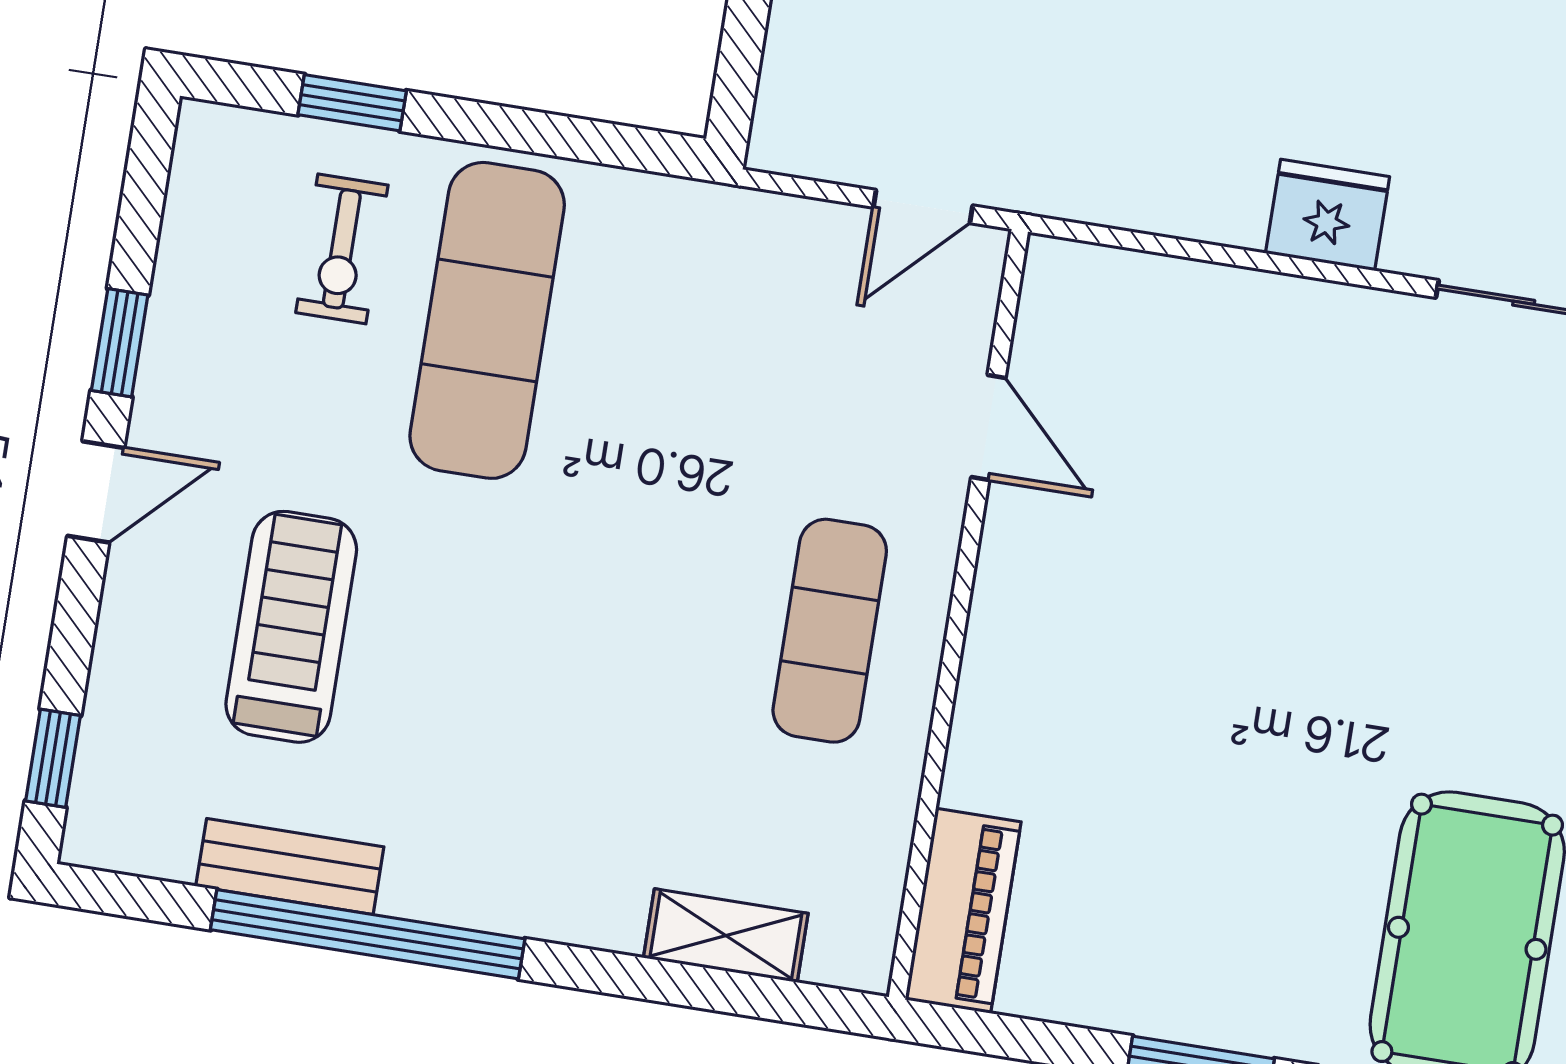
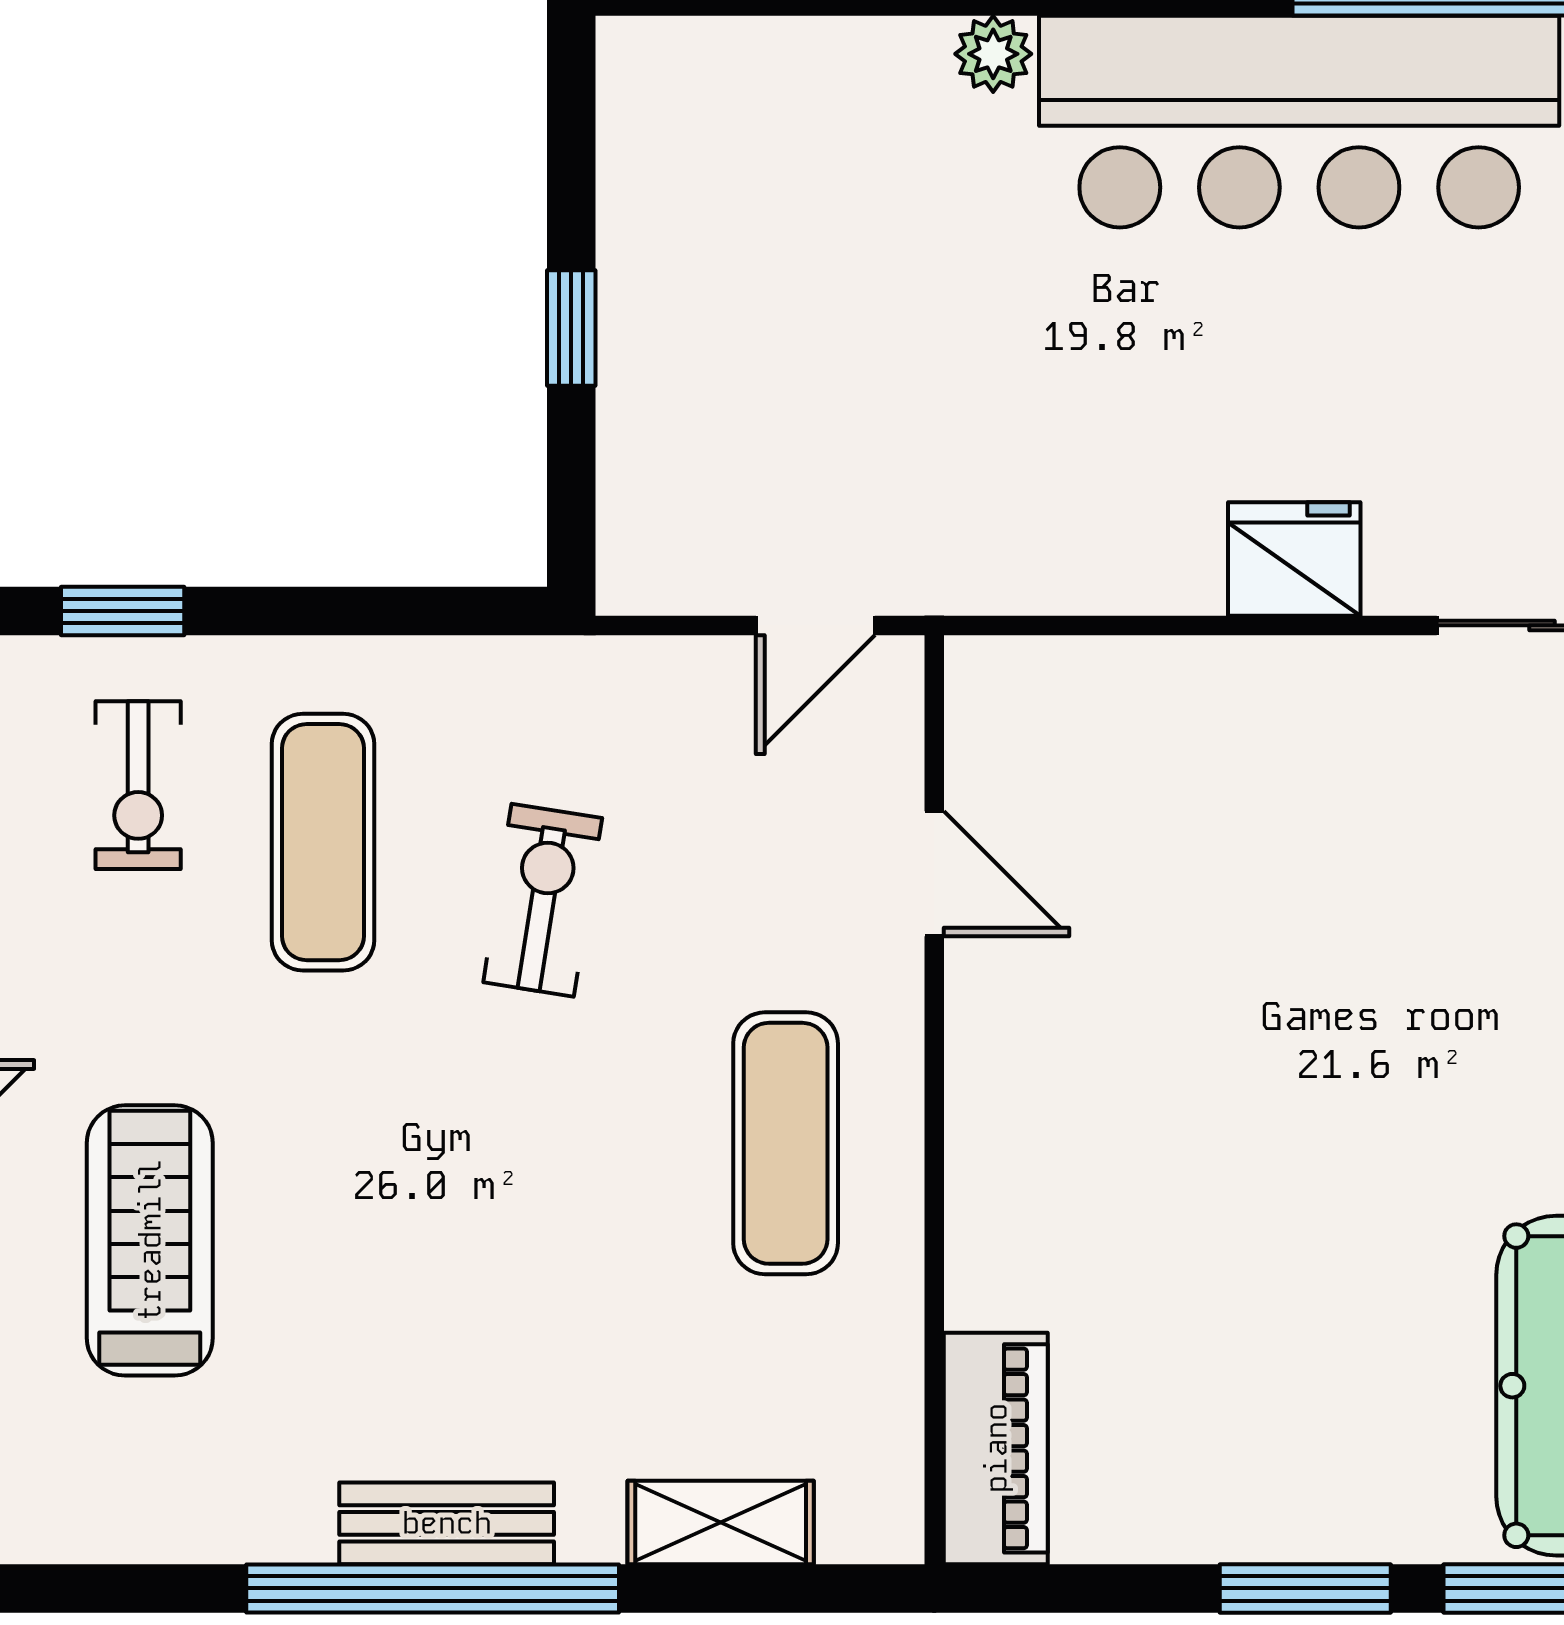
exercise mat: (487, 320) -> (323, 842), width x0.73, depth x0.69
exercise bike: (661, 398) -> (543, 900), added
bench: (290, 866) -> (447, 1523), moved
window: (368, 934) -> (433, 1588), moved

